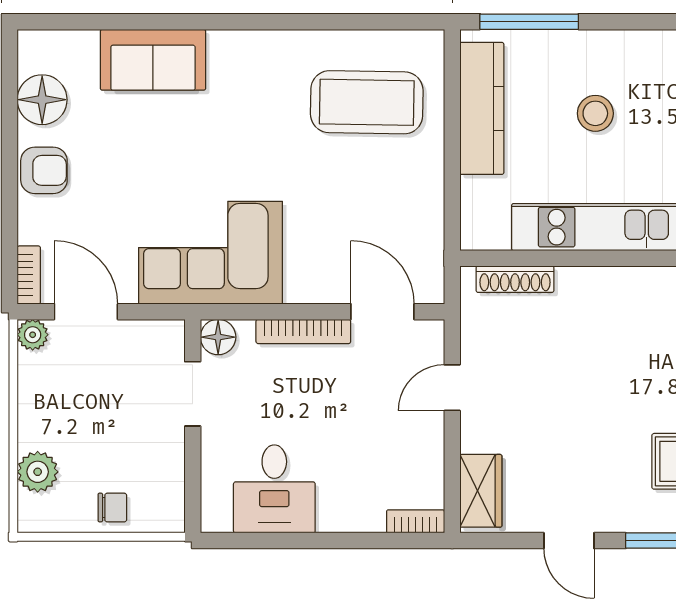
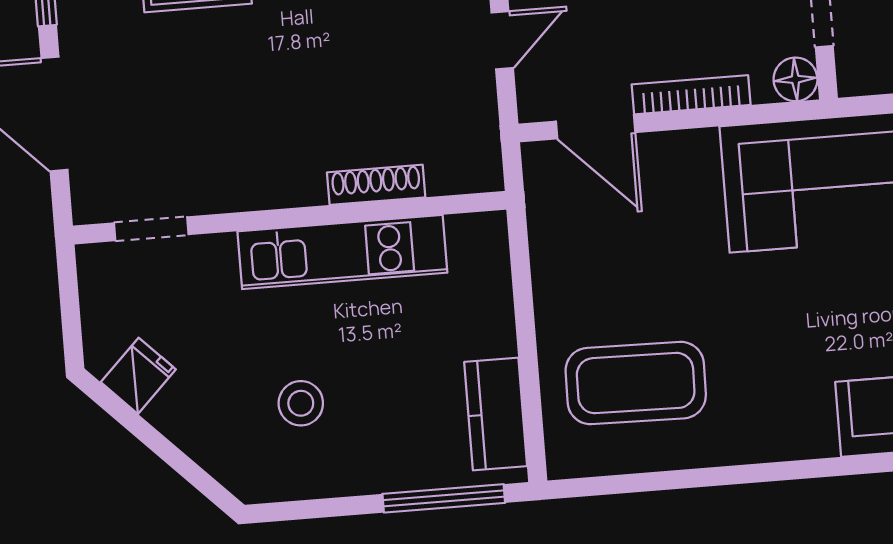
kitchen counter: (482, 108) -> (496, 414), width x0.67
stool: (595, 113) -> (301, 403), moved
shoe rack: (515, 279) -> (376, 185), moved

